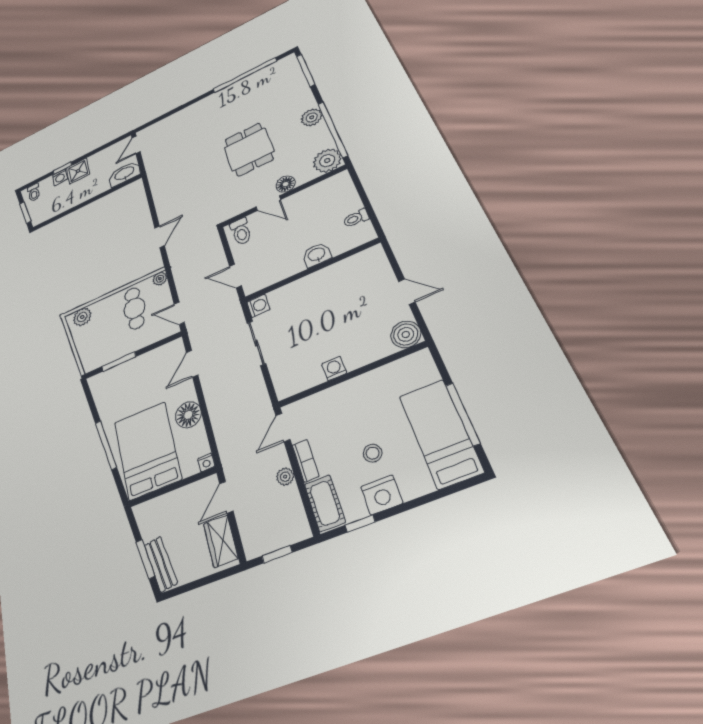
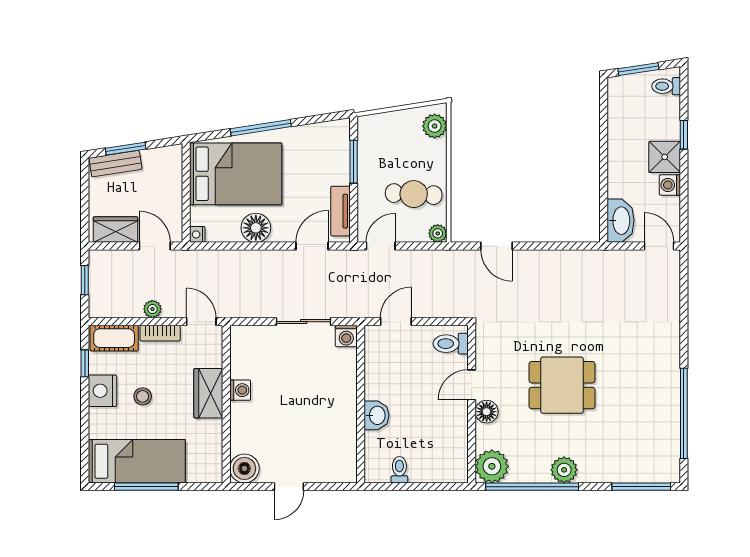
washing machine: (60, 177) -> (670, 185), moved
tv unit: (159, 354) -> (341, 211), added
door: (192, 364) -> (312, 246), hinge flipped
wardrobe: (347, 394) -> (208, 393), added

